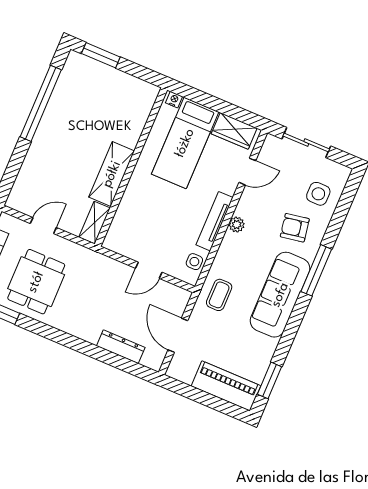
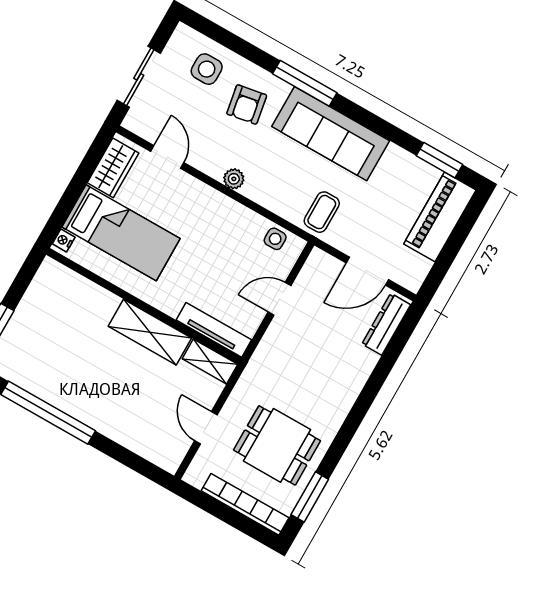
tv unit: (214, 221) -> (214, 330), moved, turned 180
door: (149, 270) -> (279, 299), swing flipped
coffee table: (219, 295) -> (322, 212), turned 90
dresser: (121, 347) -> (386, 324), moved

